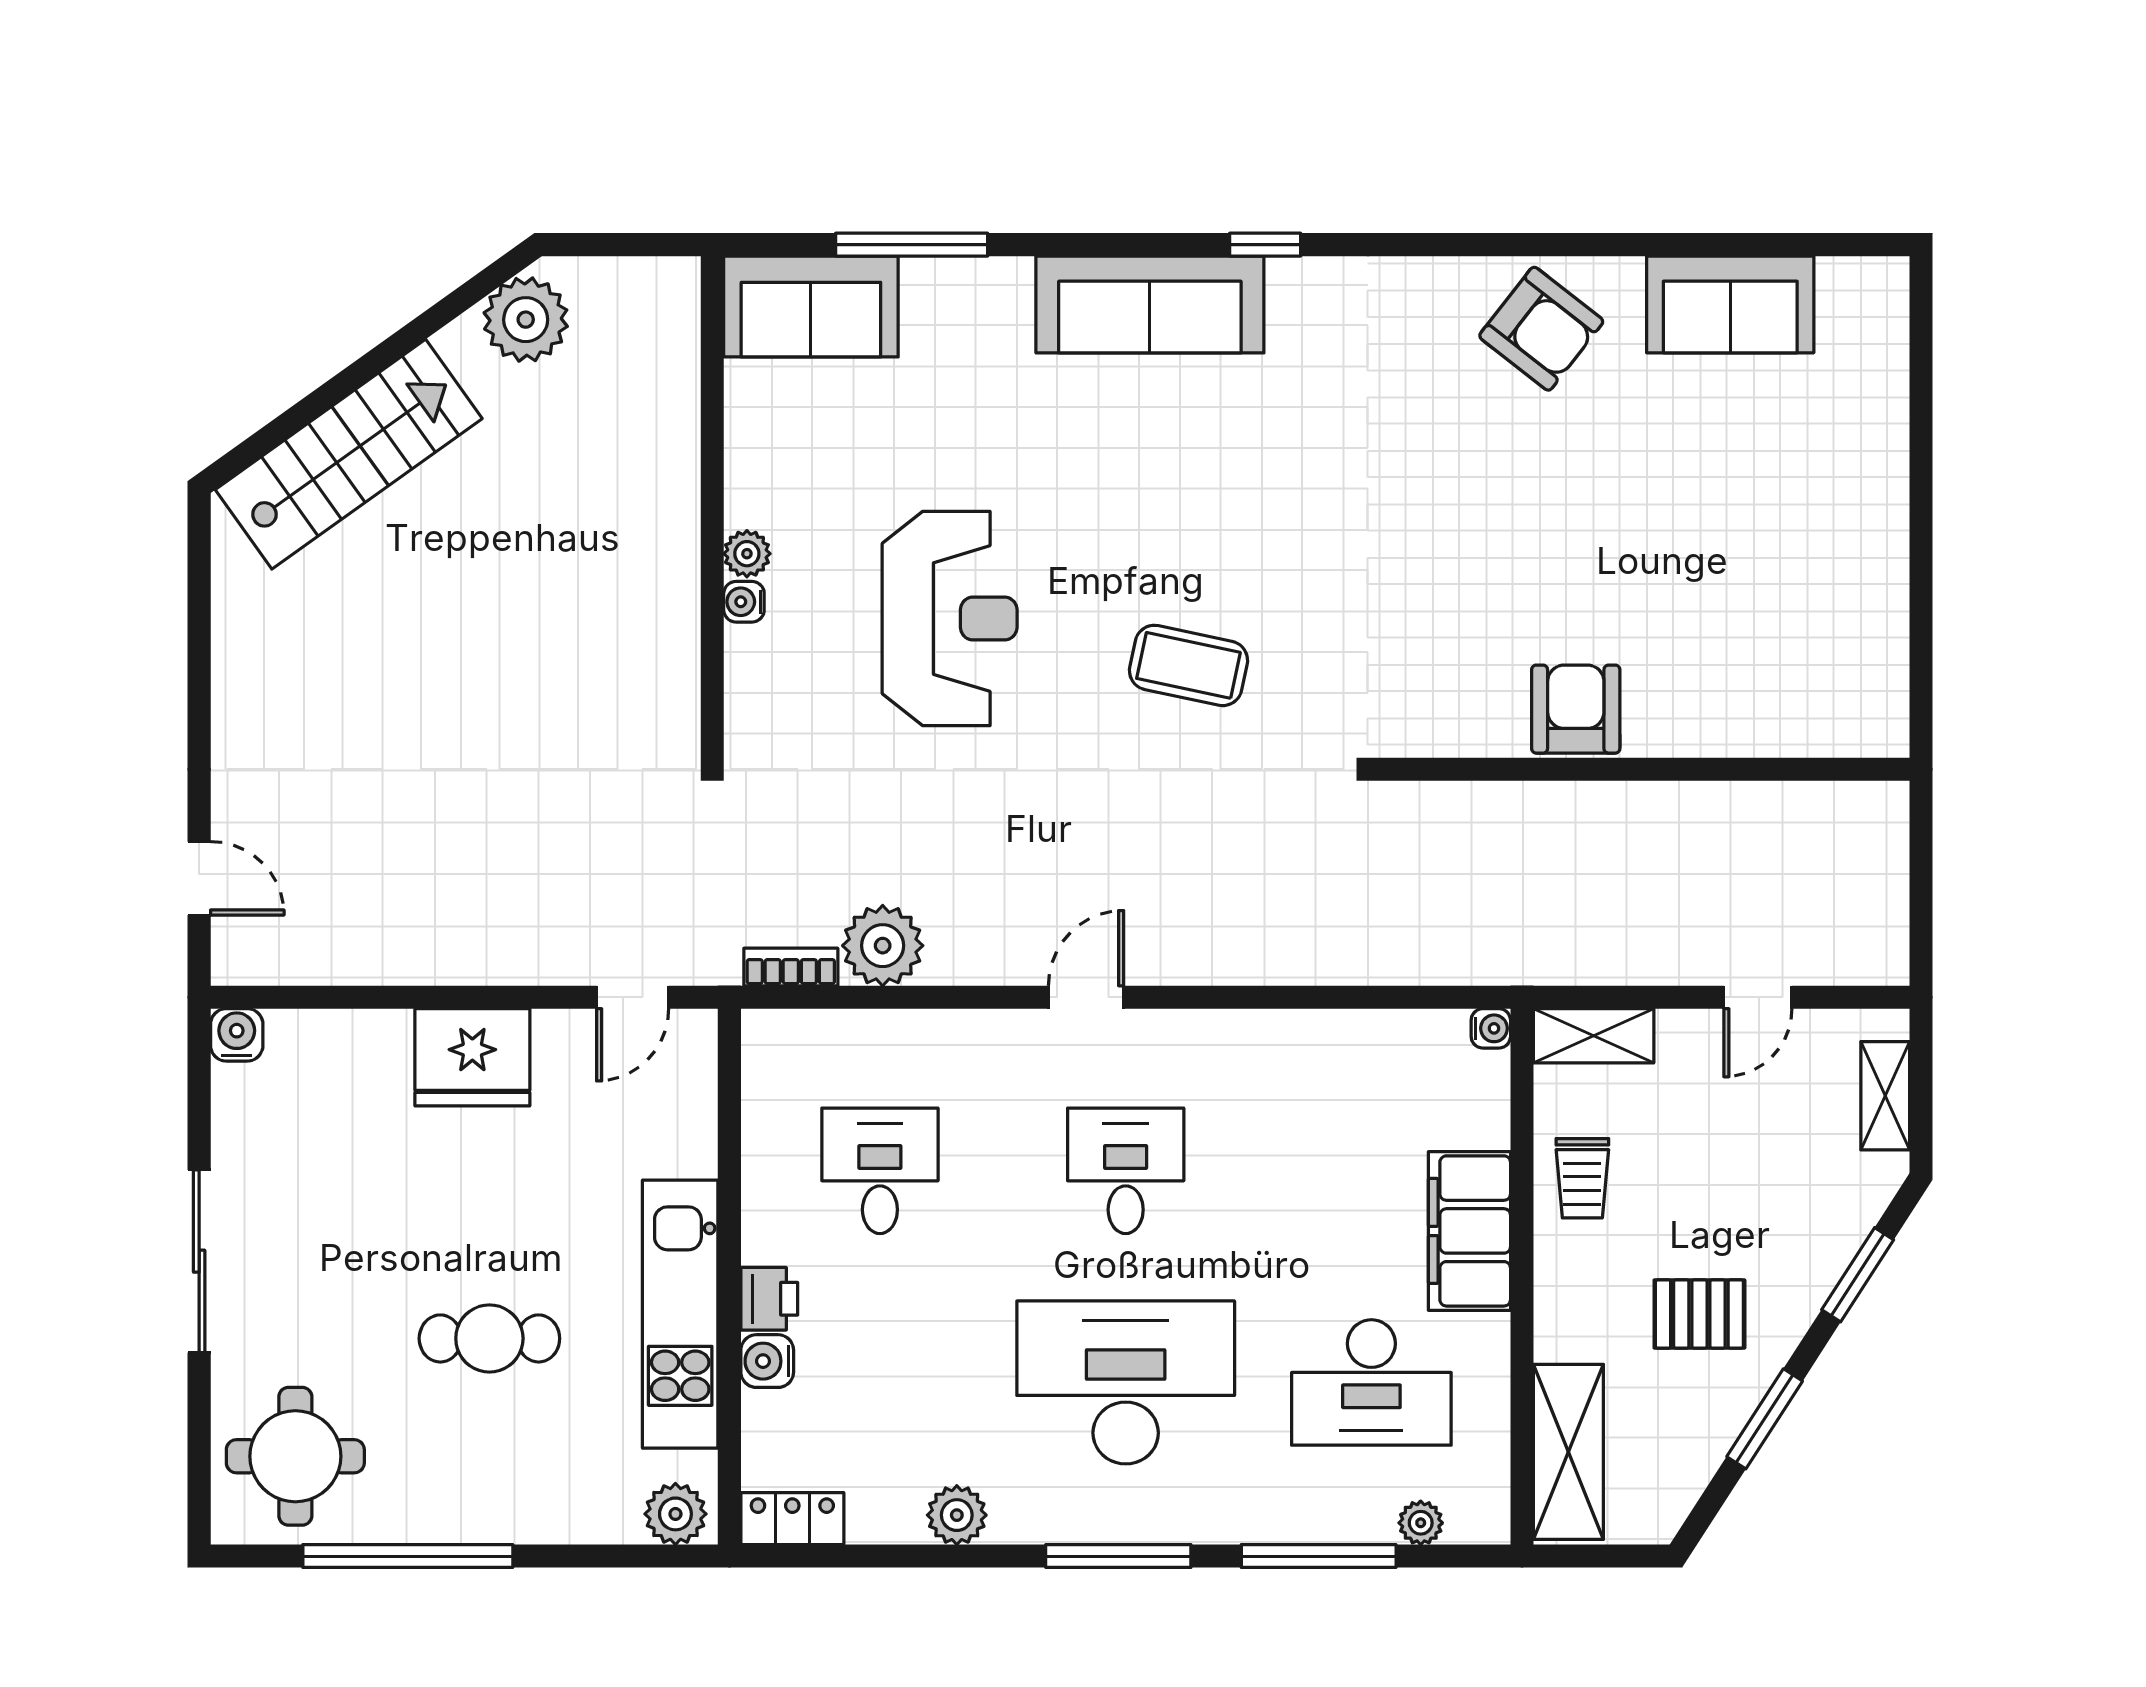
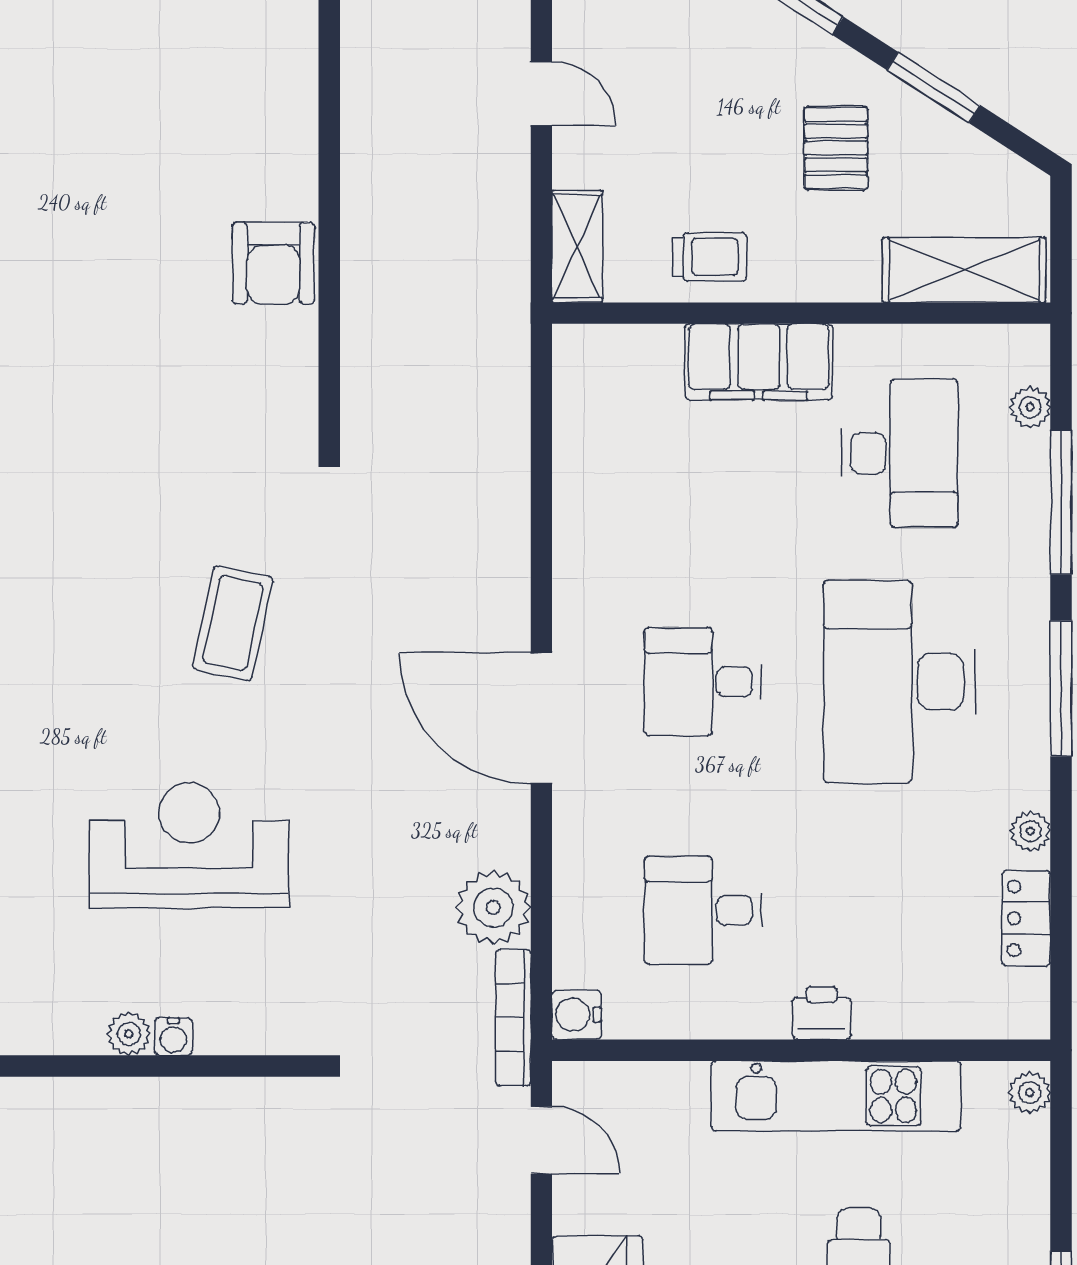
armchair: (1576, 709) -> (273, 263), turned -90
bookcase: (791, 967) -> (513, 1018), width x1.56
door: (1086, 997) -> (541, 719), width x1.87
water cooler: (1491, 1028) -> (570, 342), removed
water cooler: (767, 1361) -> (577, 1015), moved, turned 90
plant: (675, 1514) -> (1030, 1093), width x0.73, depth x0.73
plant: (957, 1515) -> (1030, 831), width x0.73, depth x0.73
locker: (792, 1519) -> (1026, 918), moved

